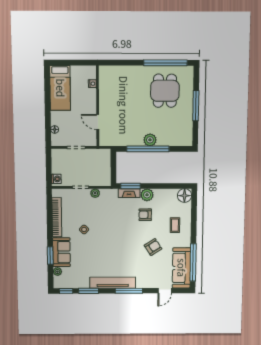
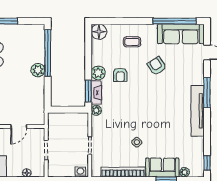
window: (148, 149) -> (48, 53), moved
plant: (95, 193) -> (96, 110), moved
window: (89, 291) -> (207, 138), removed

